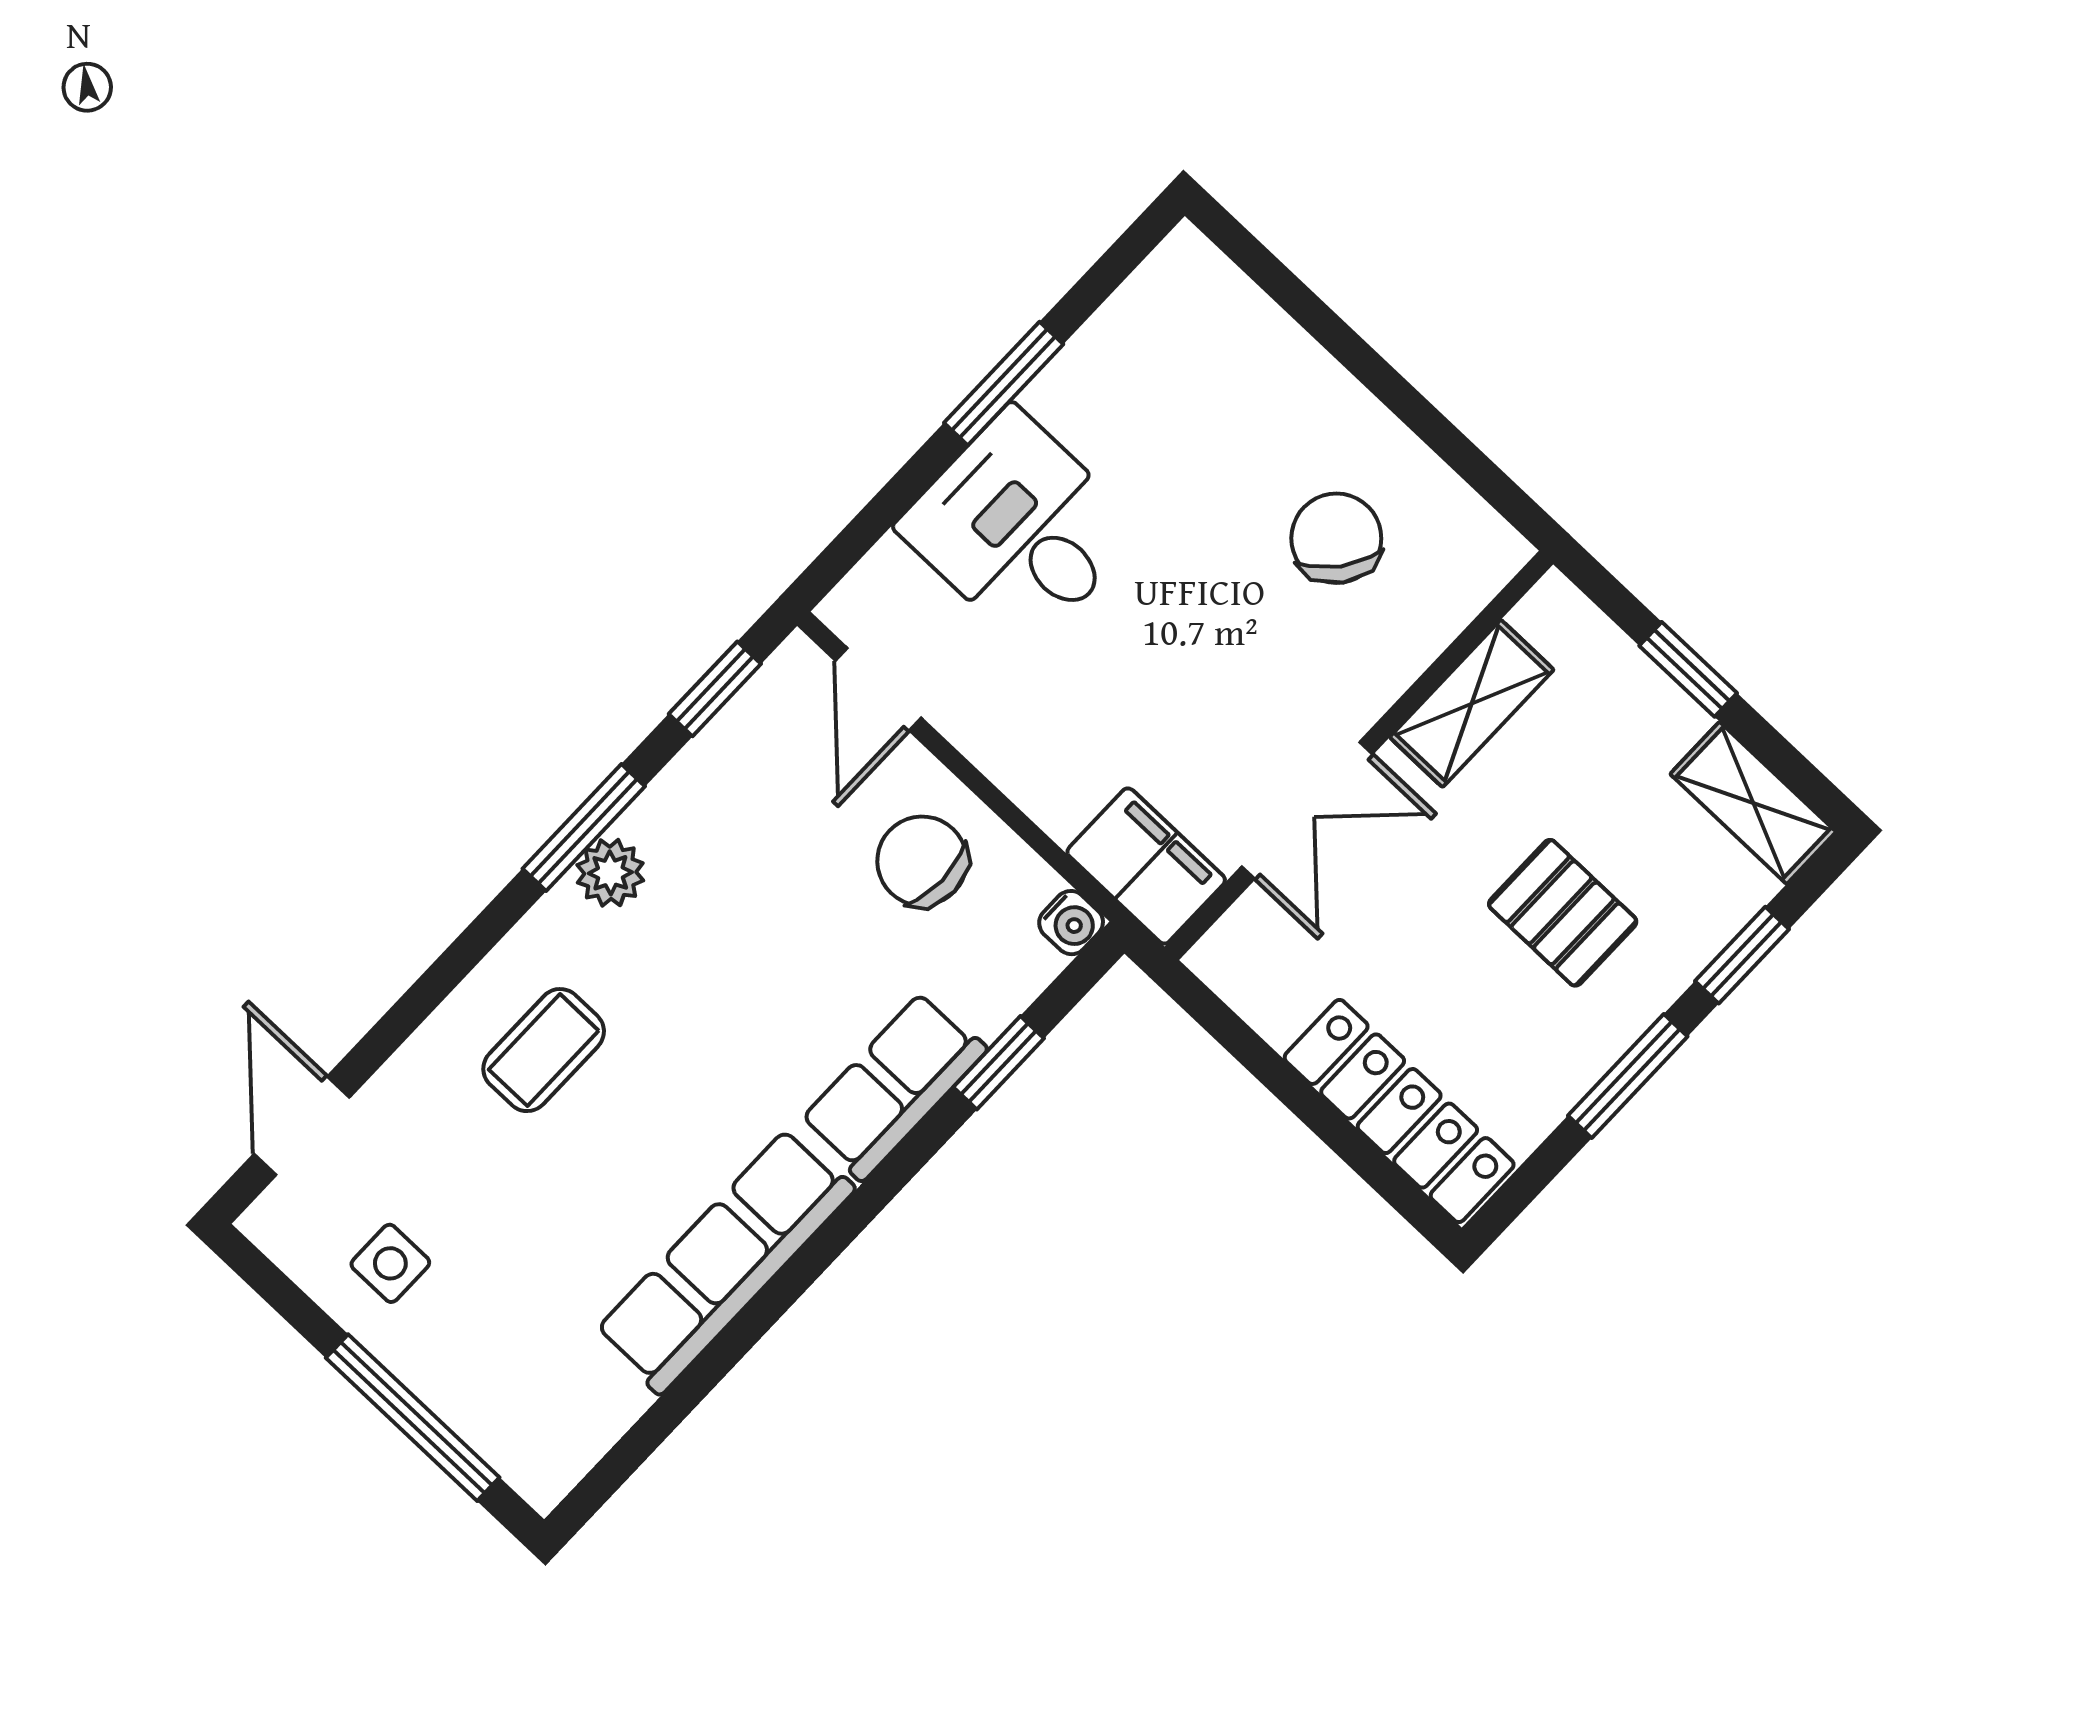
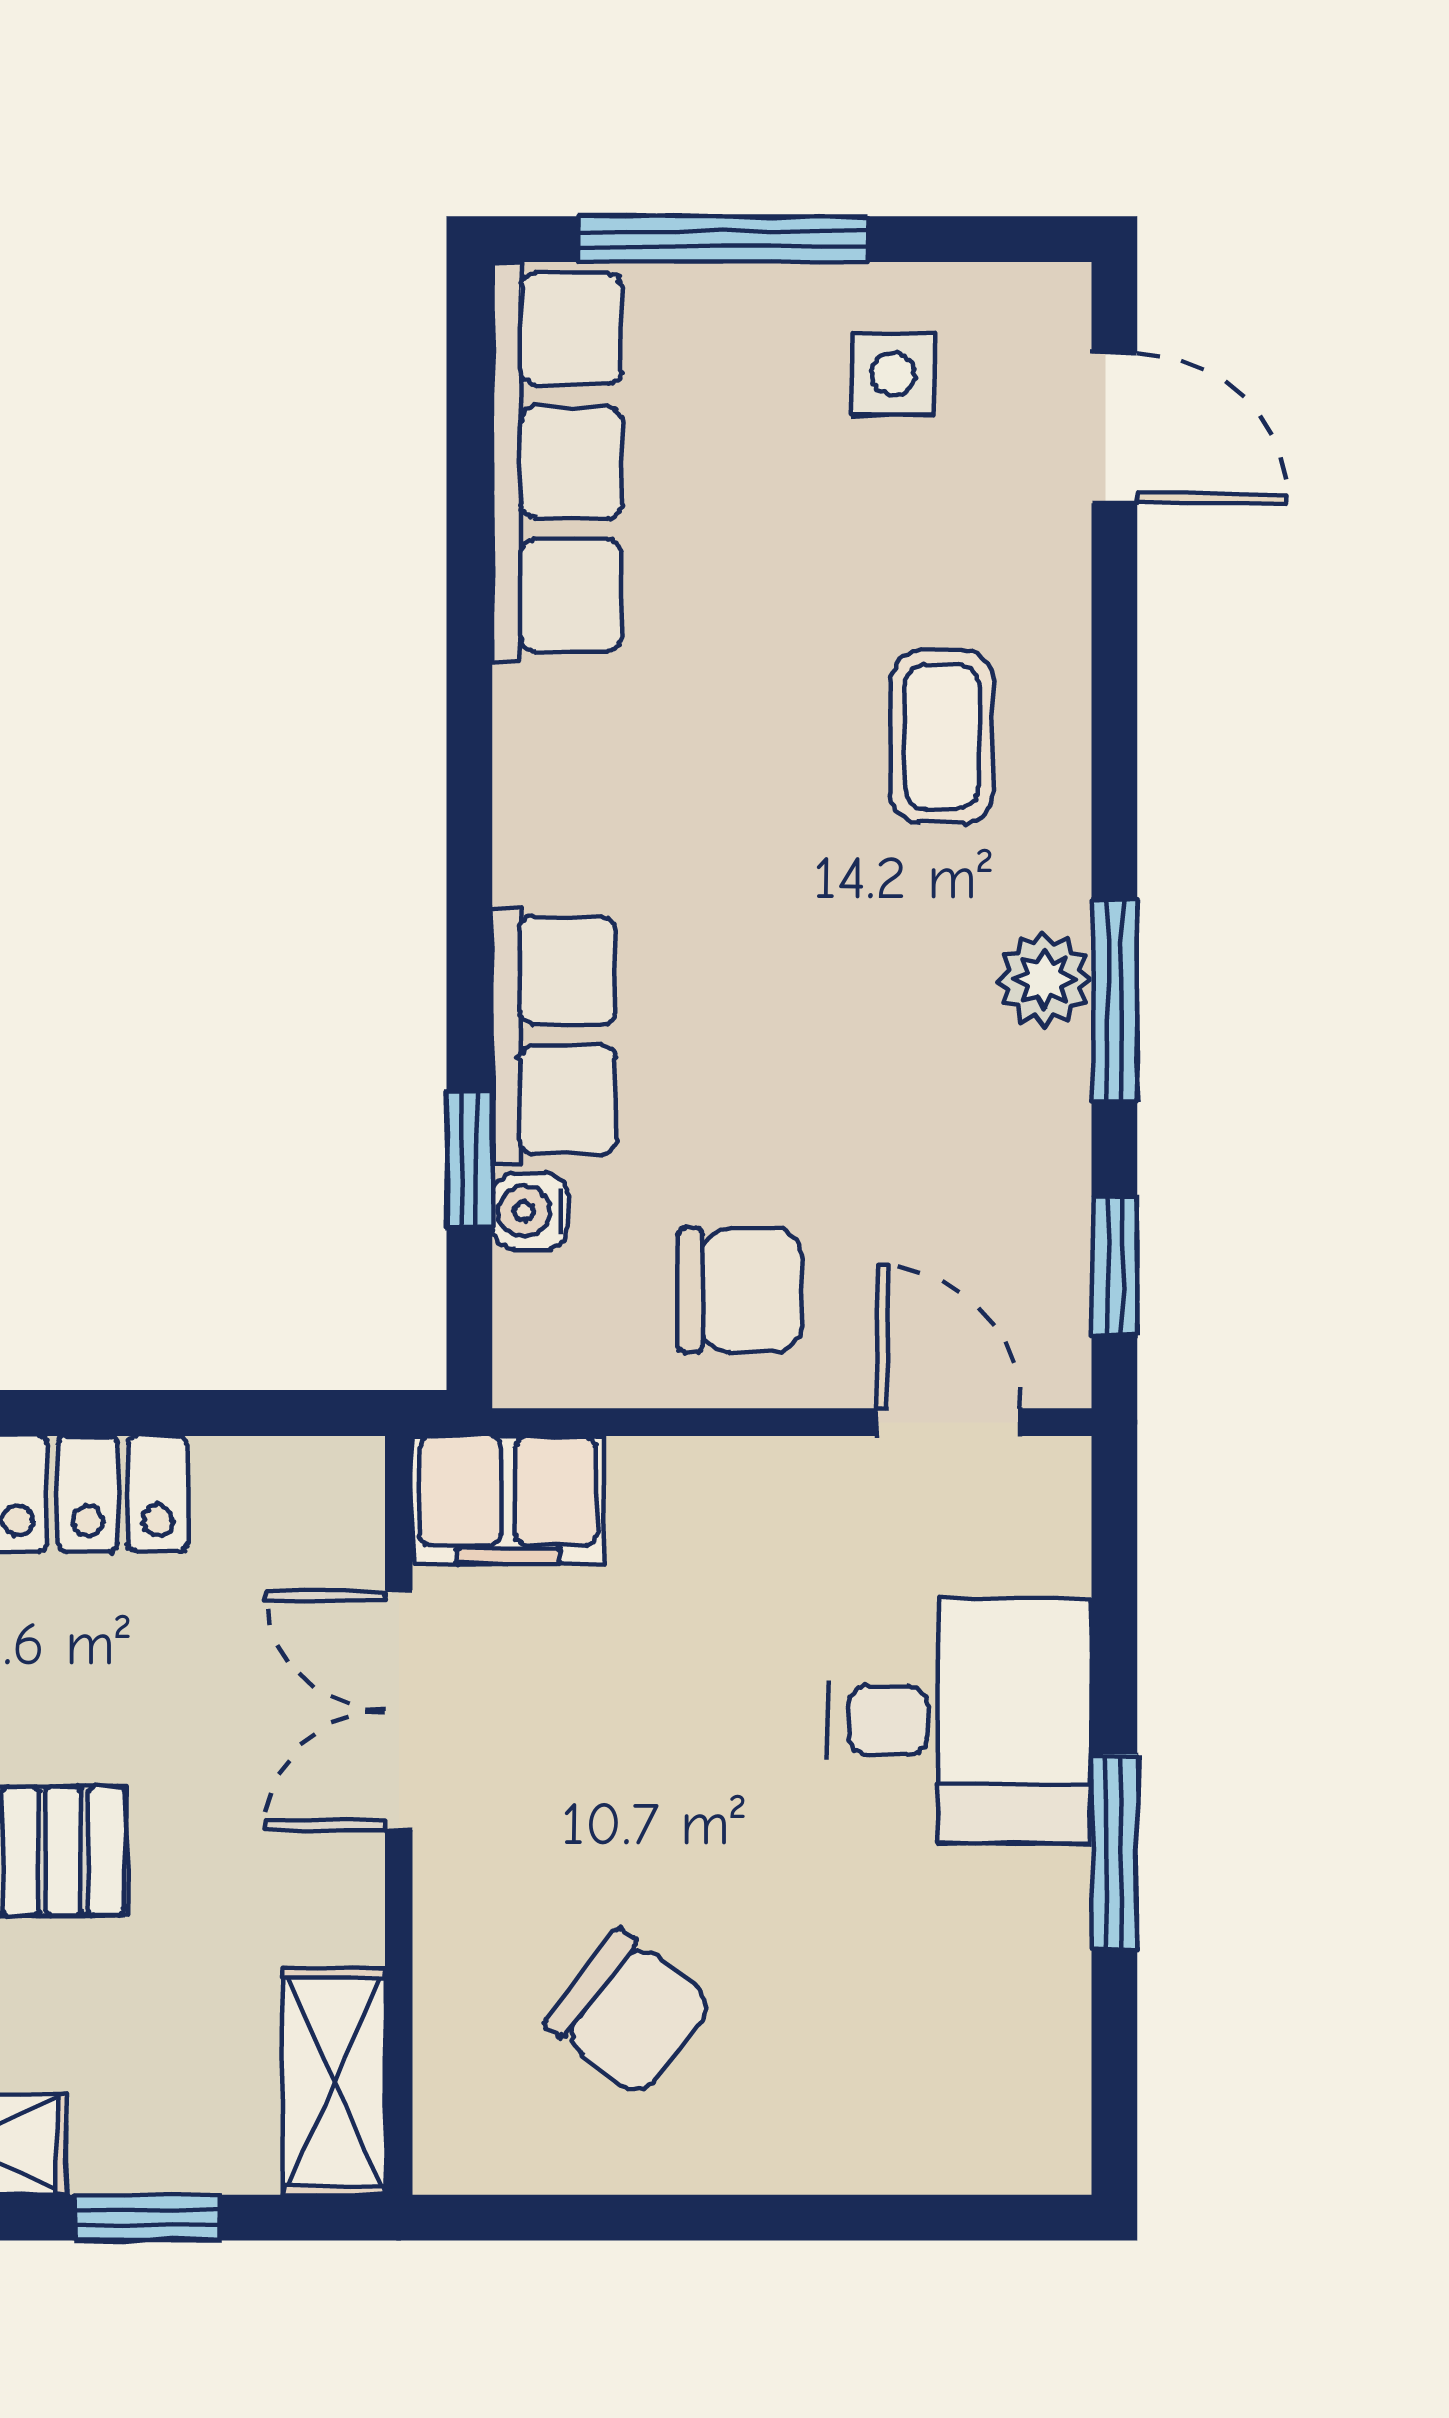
shelving: (1472, 703) -> (334, 2082), moved
water cooler: (1071, 923) -> (530, 1211), moved
row of seats: (725, 1261) -> (557, 462), moved

